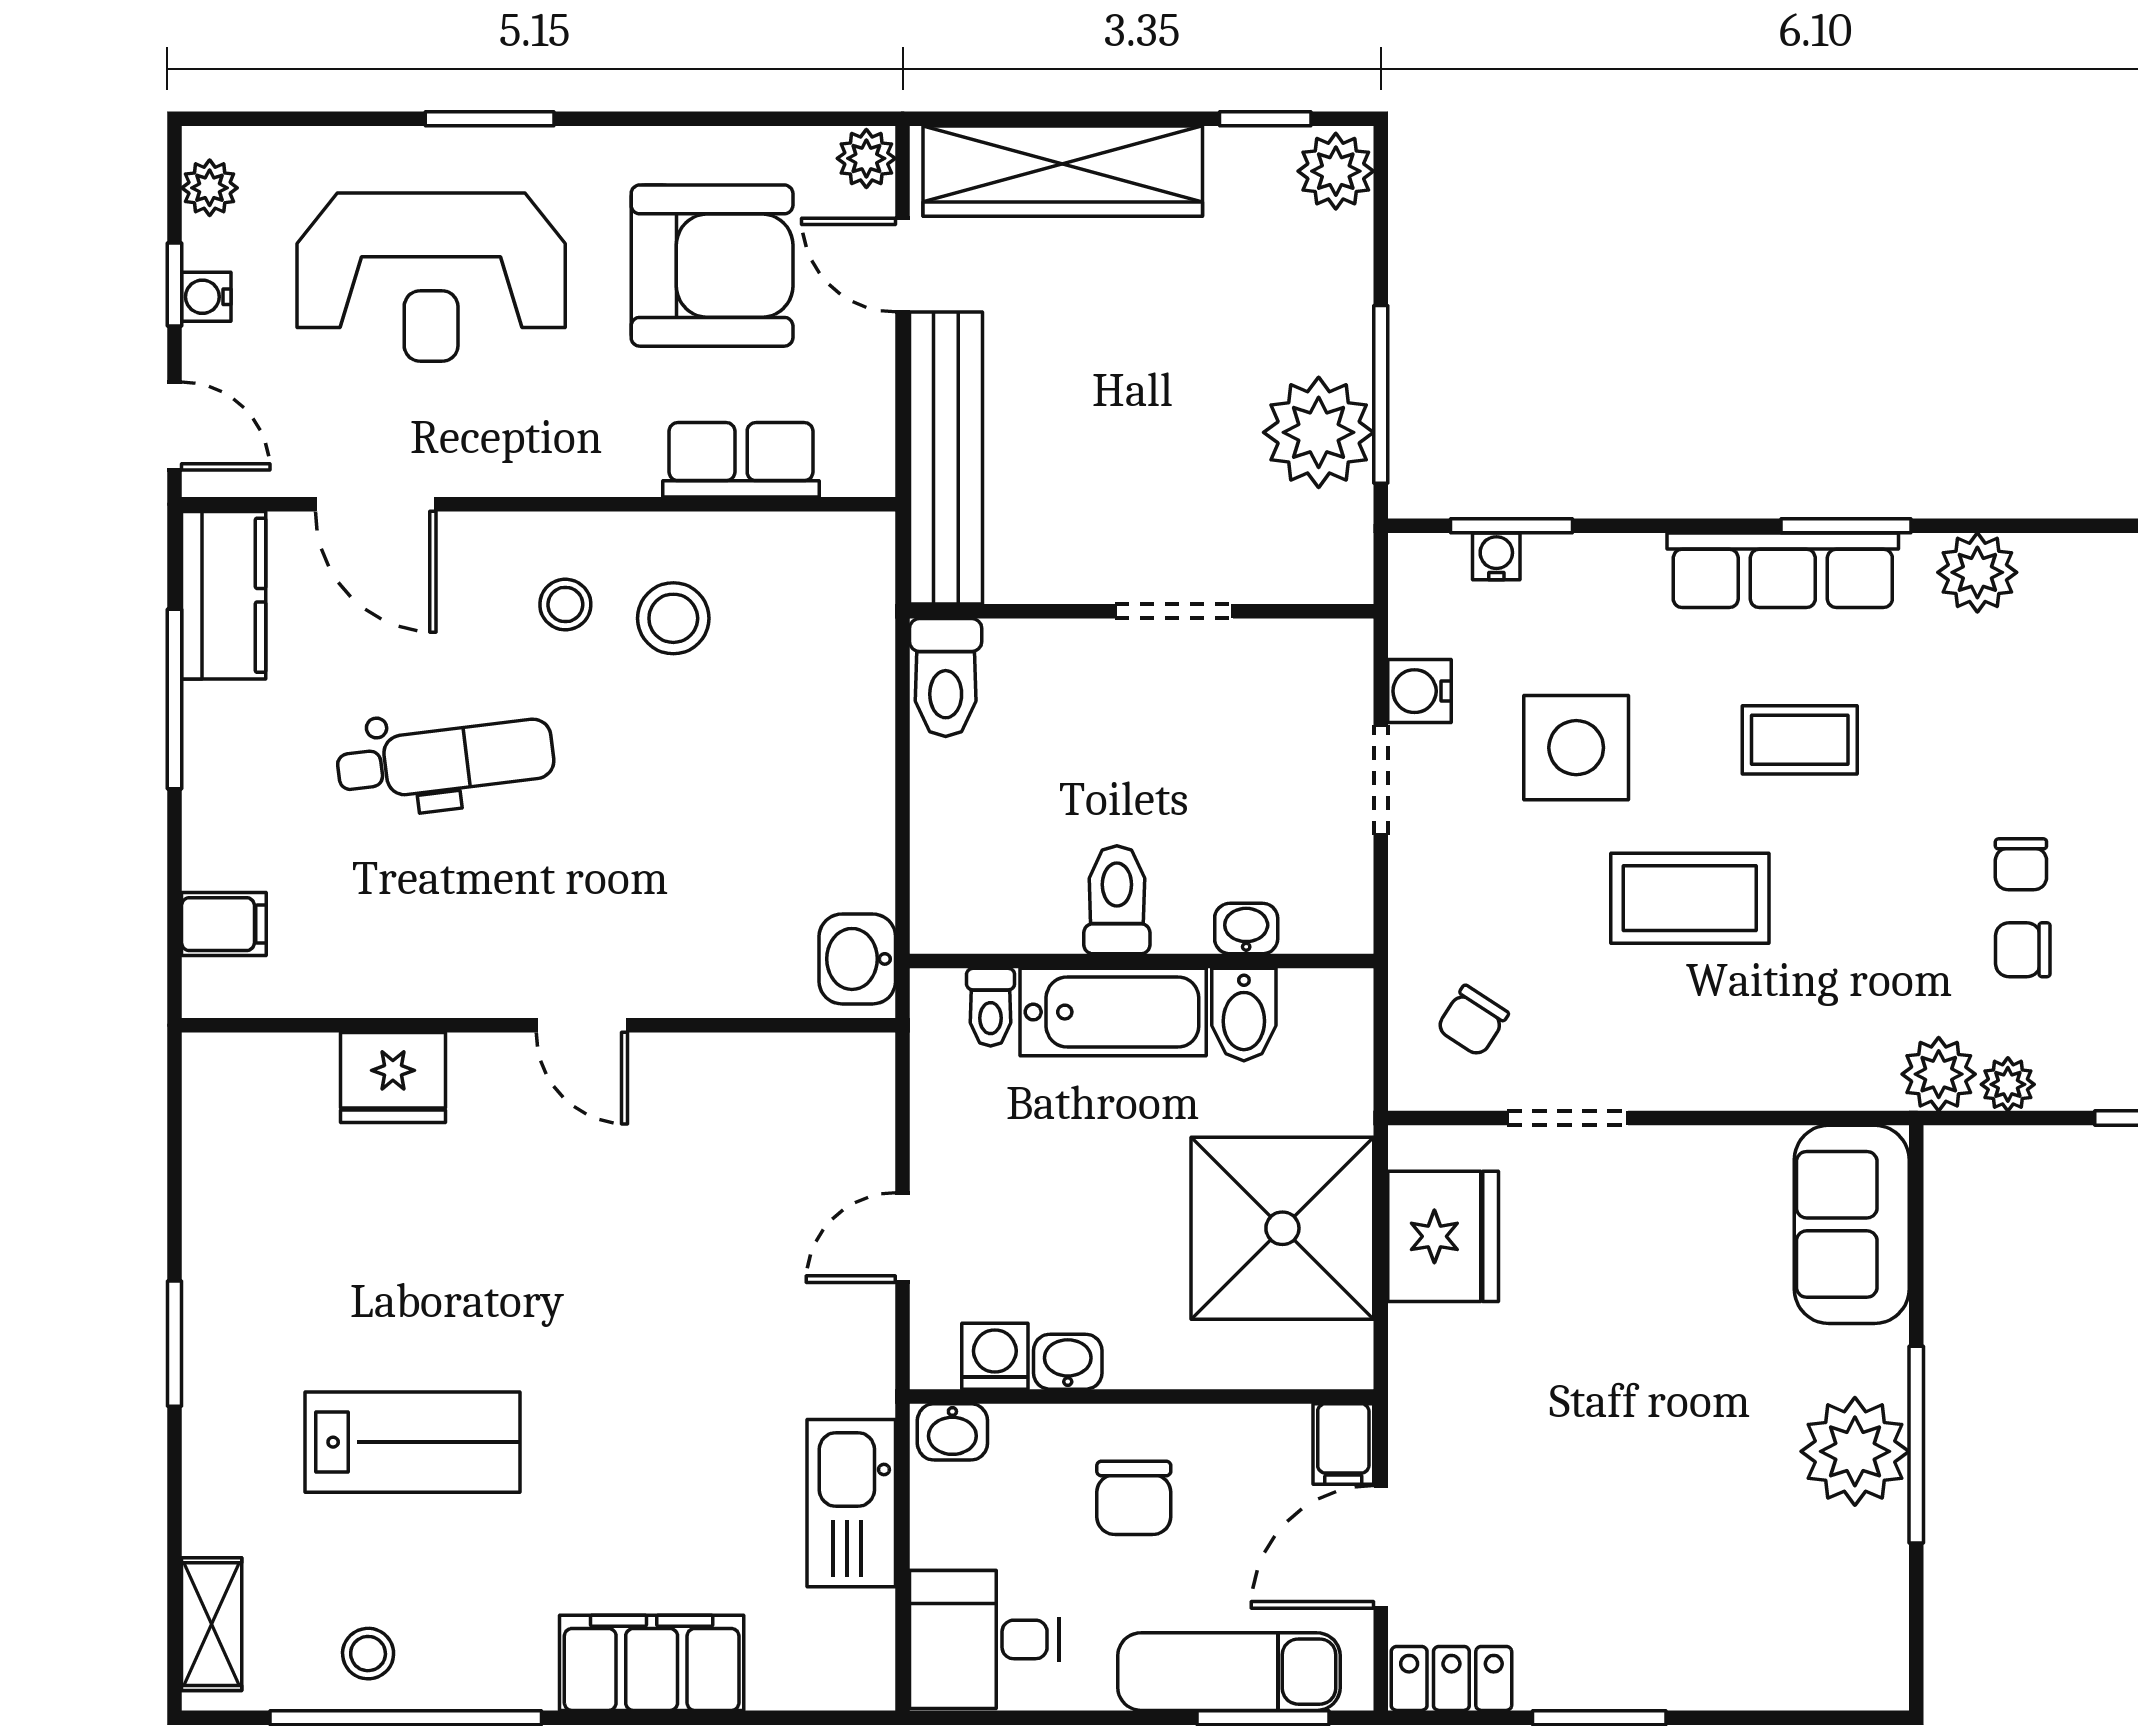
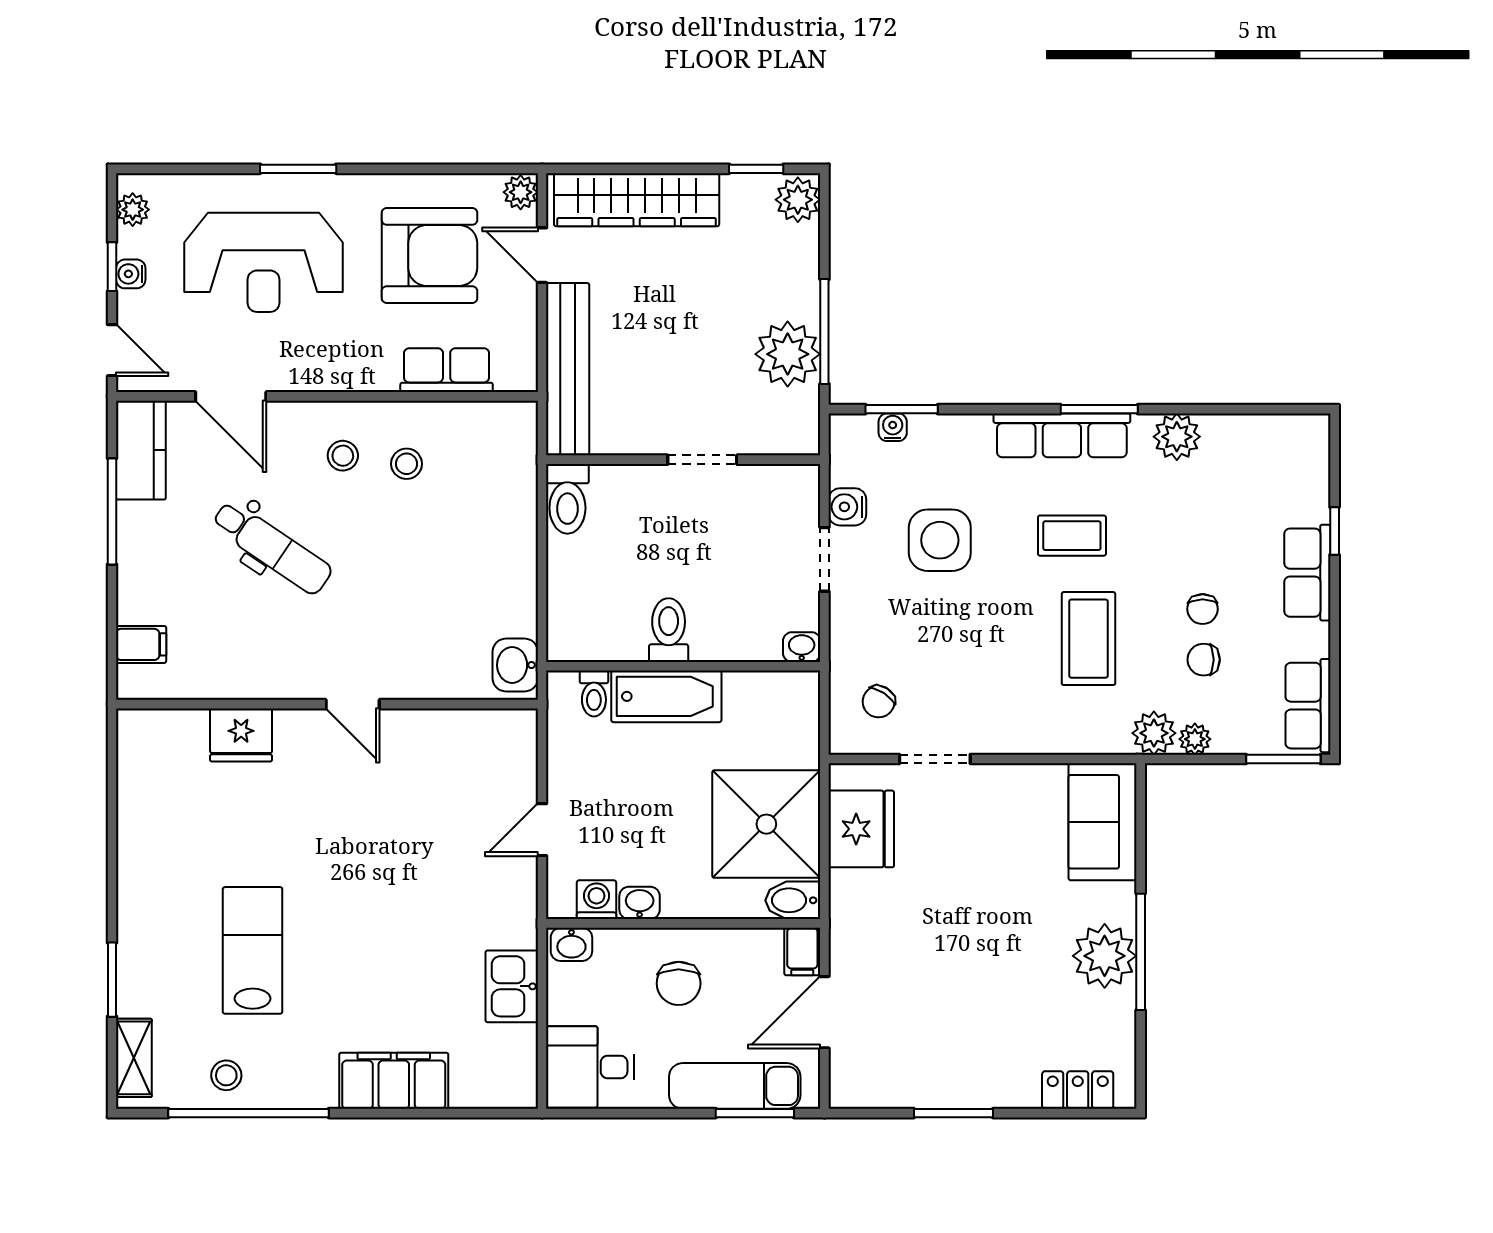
stool: (673, 618) -> (407, 464), width x0.73, depth x0.73
dental chair: (445, 760) -> (272, 547), turned 41
coffee table: (1690, 898) -> (1089, 639), moved, turned 90
washbasin: (1246, 929) -> (802, 647), moved
bidet: (1244, 1015) -> (793, 900), moved, turned 90
window: (175, 1344) -> (112, 980), moved
lab bench: (413, 1442) -> (253, 950), turned -90
kitchen sink: (851, 1503) -> (512, 986), width x0.73
locker: (1451, 1678) -> (1078, 1090), moved

